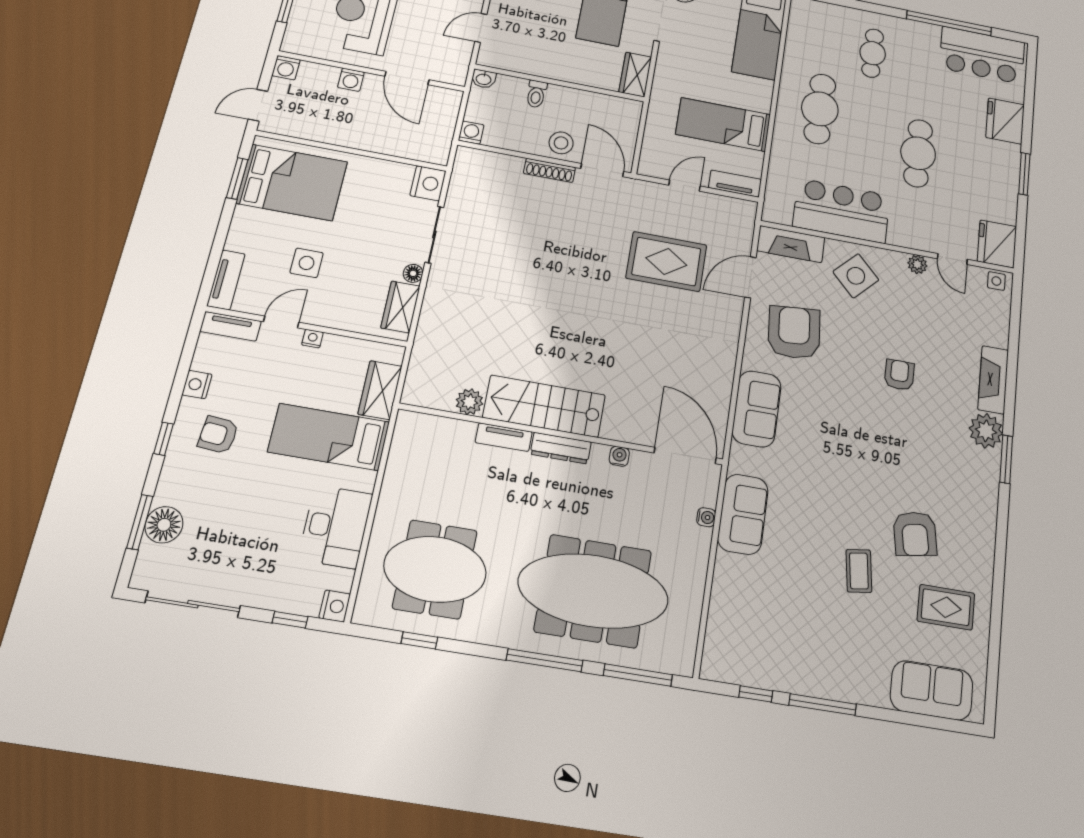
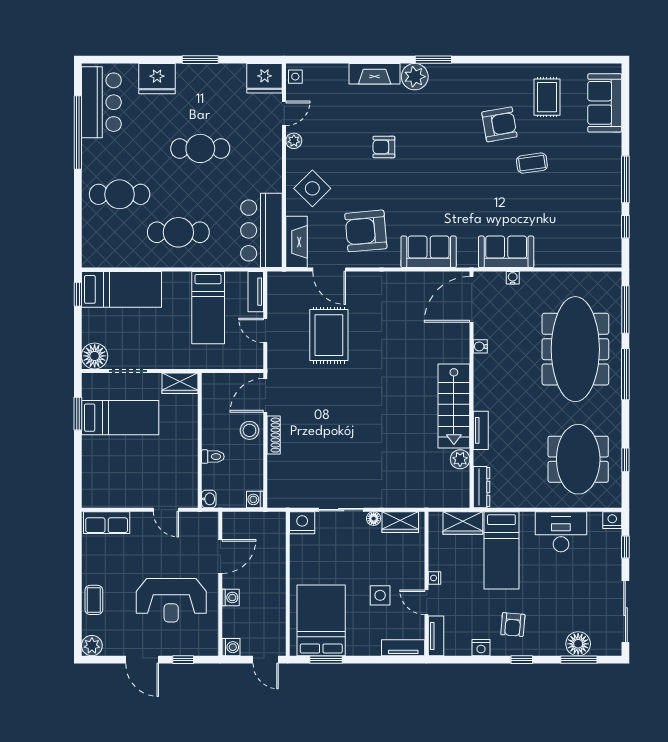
cafe table: (873, 53) -> (120, 194), width x1.37, depth x1.35
bar counter: (842, 211) -> (261, 230), moved
dresser: (561, 448) -> (482, 487), moved

